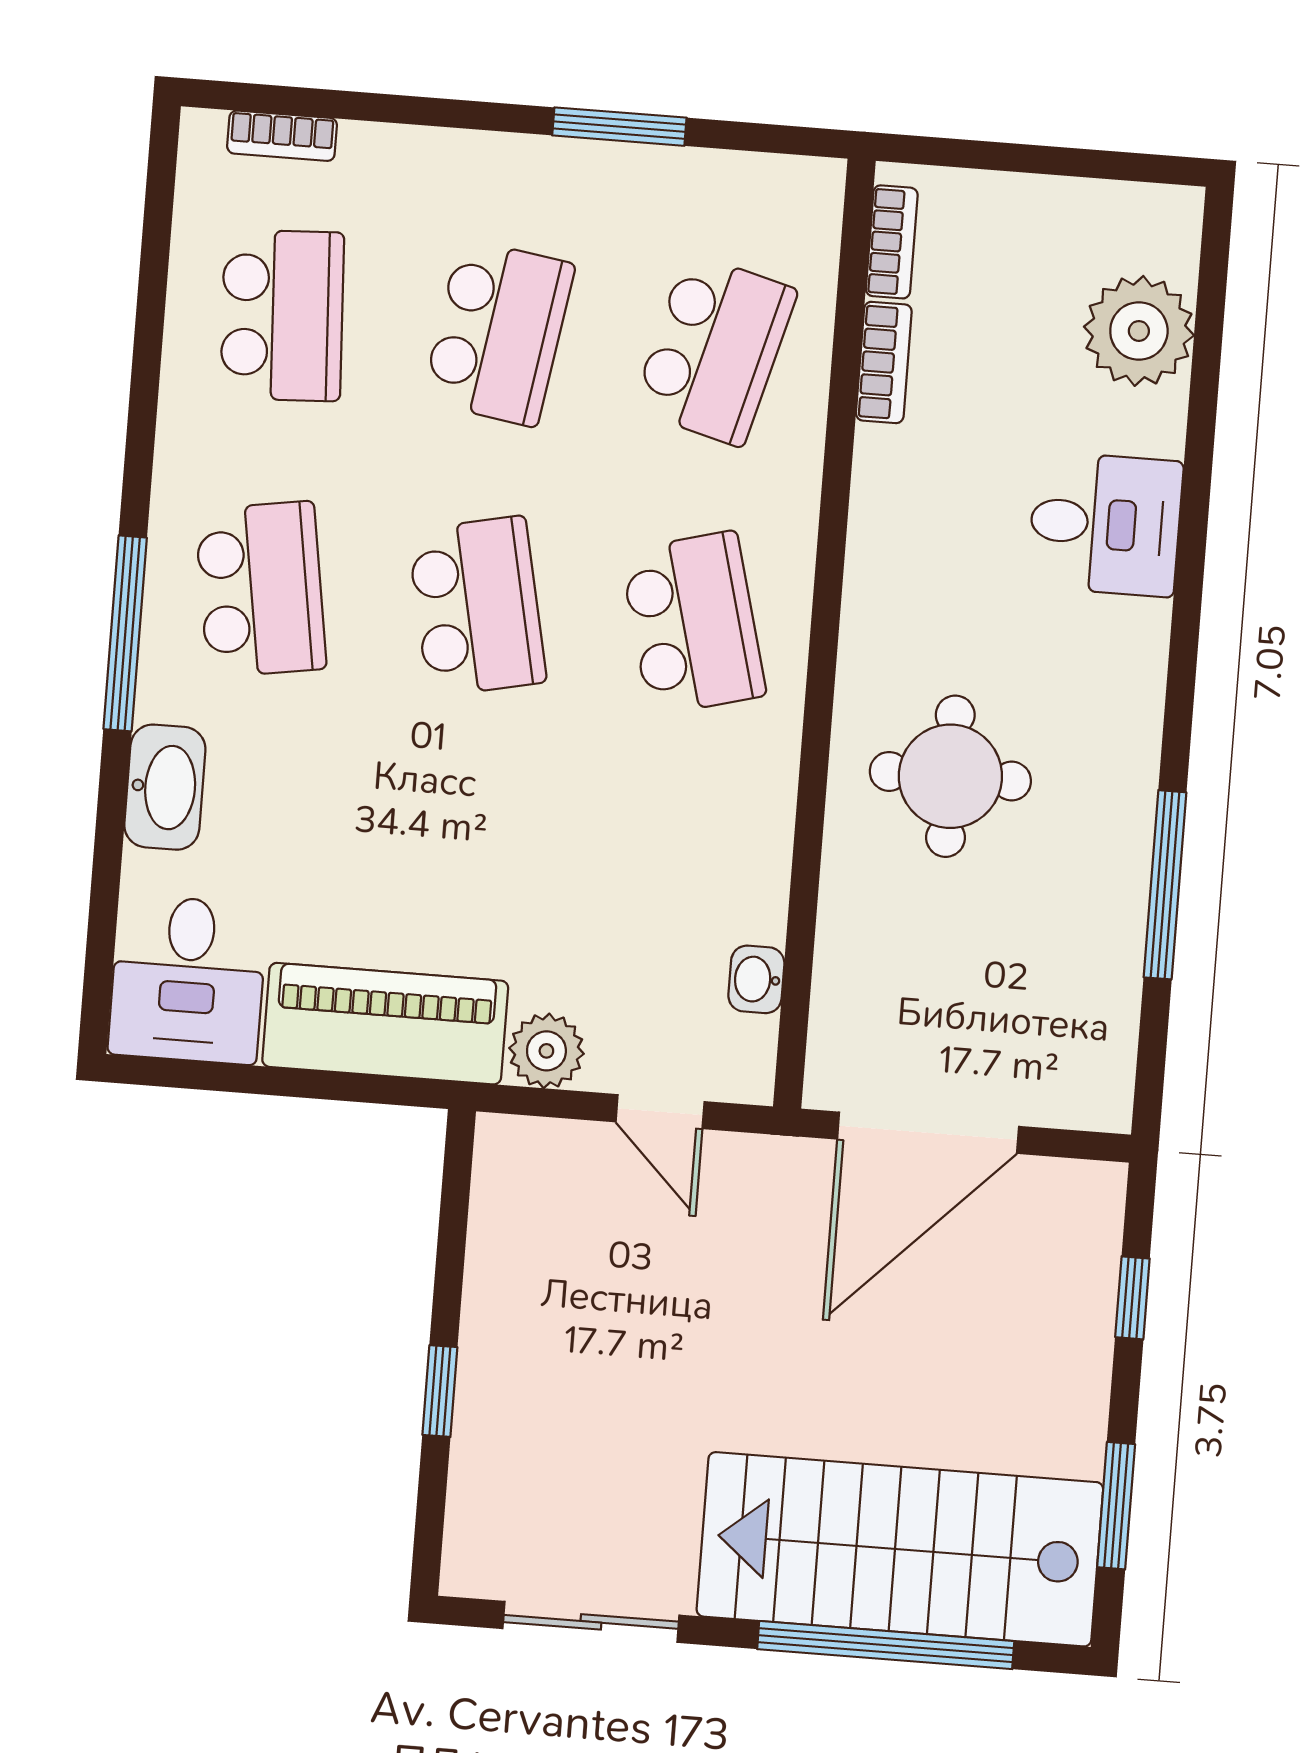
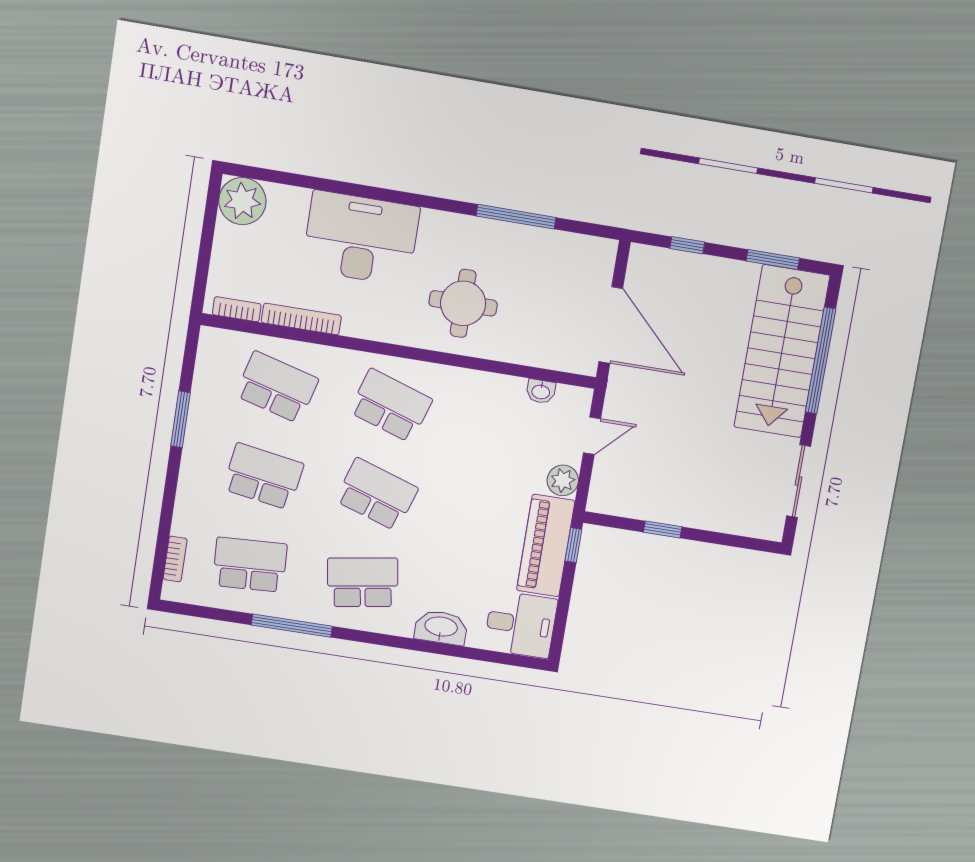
plant: (1139, 331) -> (242, 201), moved
bookcase: (884, 362) -> (301, 319), width x1.56
desk: (1105, 524) -> (361, 238), width x1.87, depth x1.30
school desk: (477, 606) -> (377, 494), turned 30
school desk: (693, 623) -> (391, 406), turned 33
window: (125, 633) -> (292, 626), moved
window: (391, 1091) -> (573, 545), added
window: (440, 1391) -> (663, 529), moved

